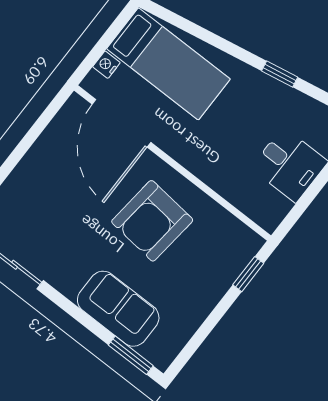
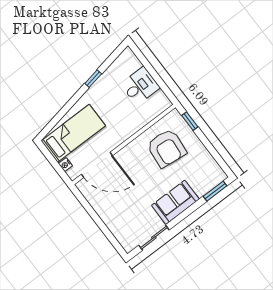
armchair: (152, 221) -> (166, 148), moved
sofa: (118, 309) -> (175, 202), moved

